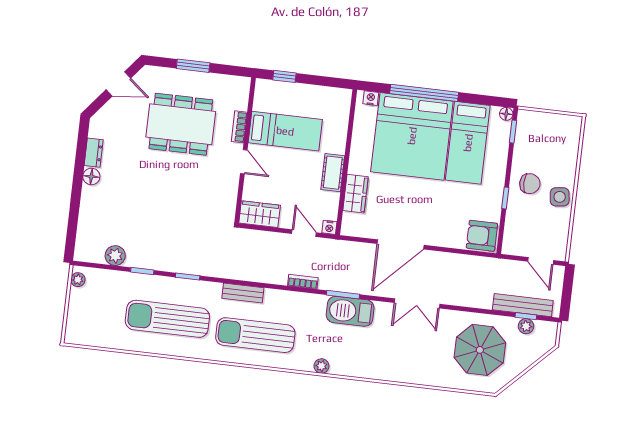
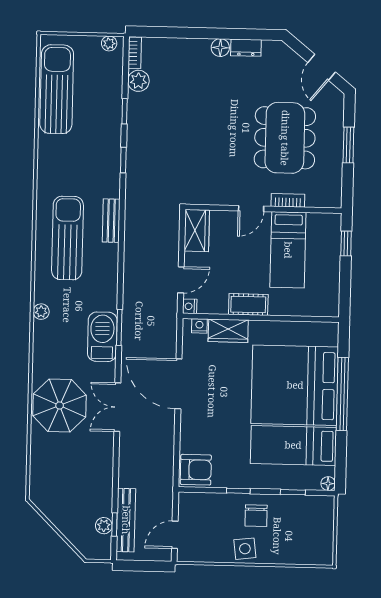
nightstand: (371, 98) -> (199, 326), moved, turned -90
window: (513, 132) -> (293, 492), moved
armchair: (482, 236) -> (196, 470), turned 90
bookcase: (303, 282) -> (135, 53), moved
sun lounger: (167, 319) -> (57, 89), moved
parasol: (480, 350) -> (60, 405), moved

